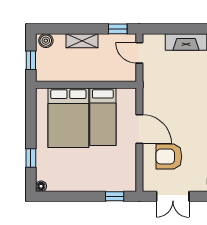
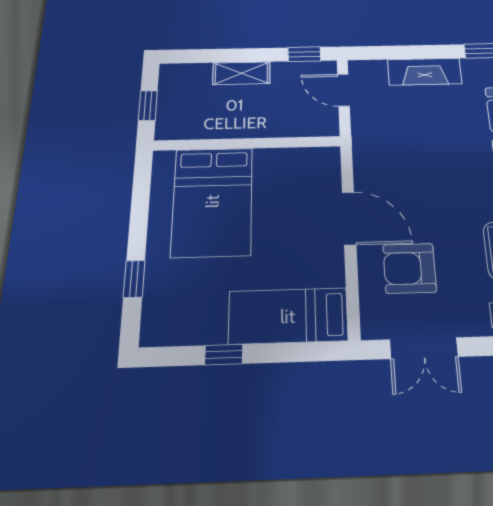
boiler: (46, 41) -> (177, 74), removed
bed: (103, 117) -> (288, 316), moved, turned 90
floor lamp: (41, 186) -> (151, 336), removed
window: (115, 196) -> (224, 355), moved

